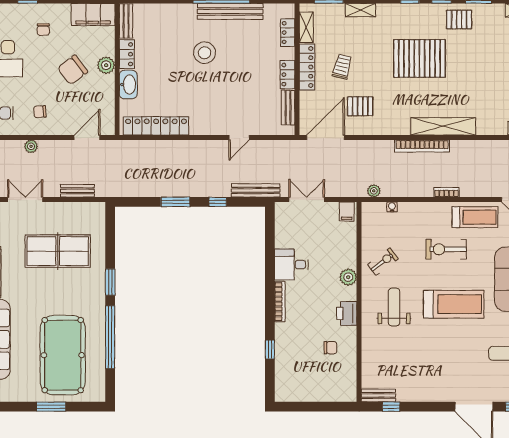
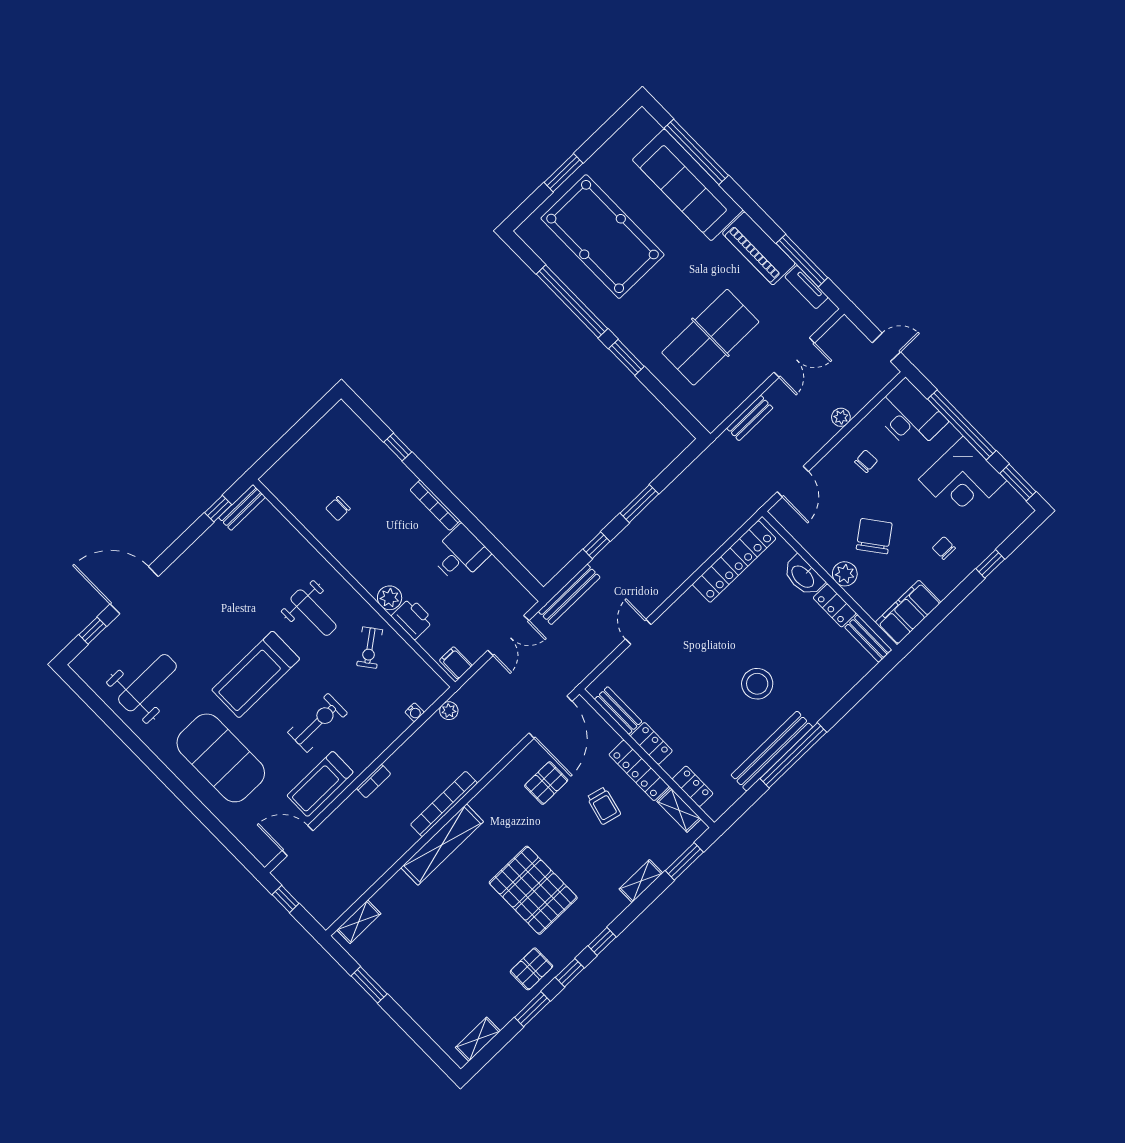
pallet: (419, 58) -> (533, 890), turned 90
printer: (347, 313) -> (413, 618), moved

